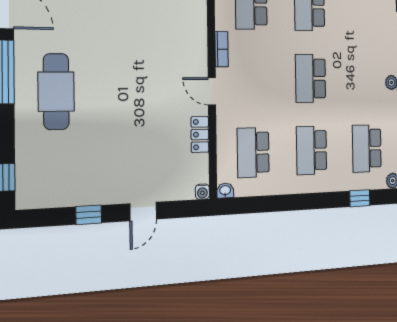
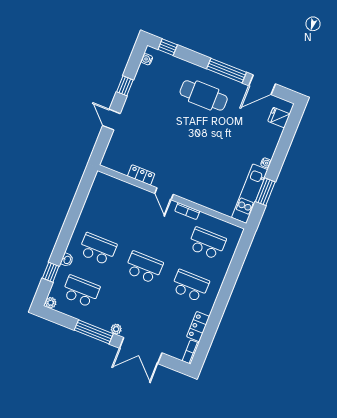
door: (212, 91) -> (164, 194), swing flipped
school desk: (253, 152) -> (115, 207), removed
washbasin: (225, 191) -> (67, 260), moved
water cooler: (202, 192) -> (147, 59), moved

